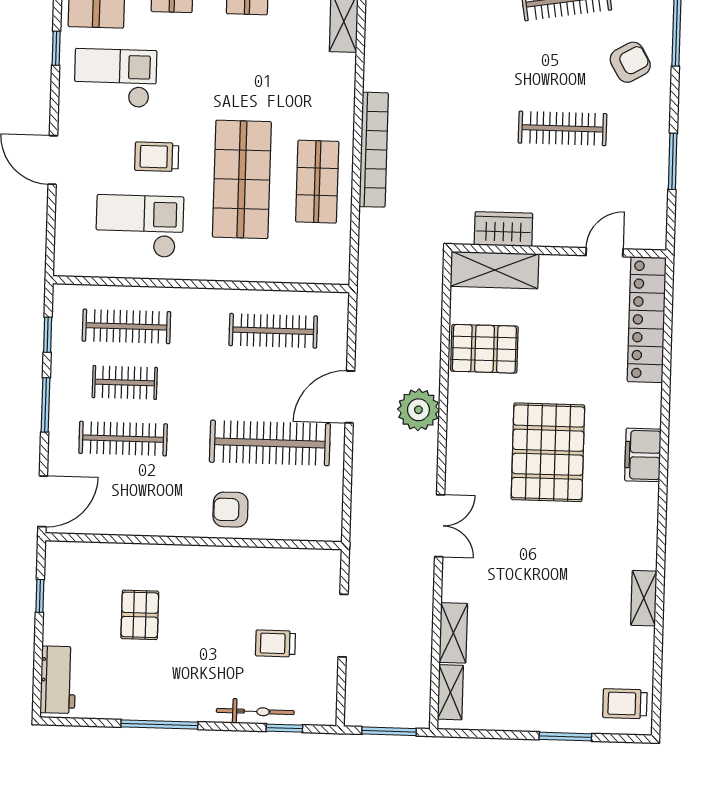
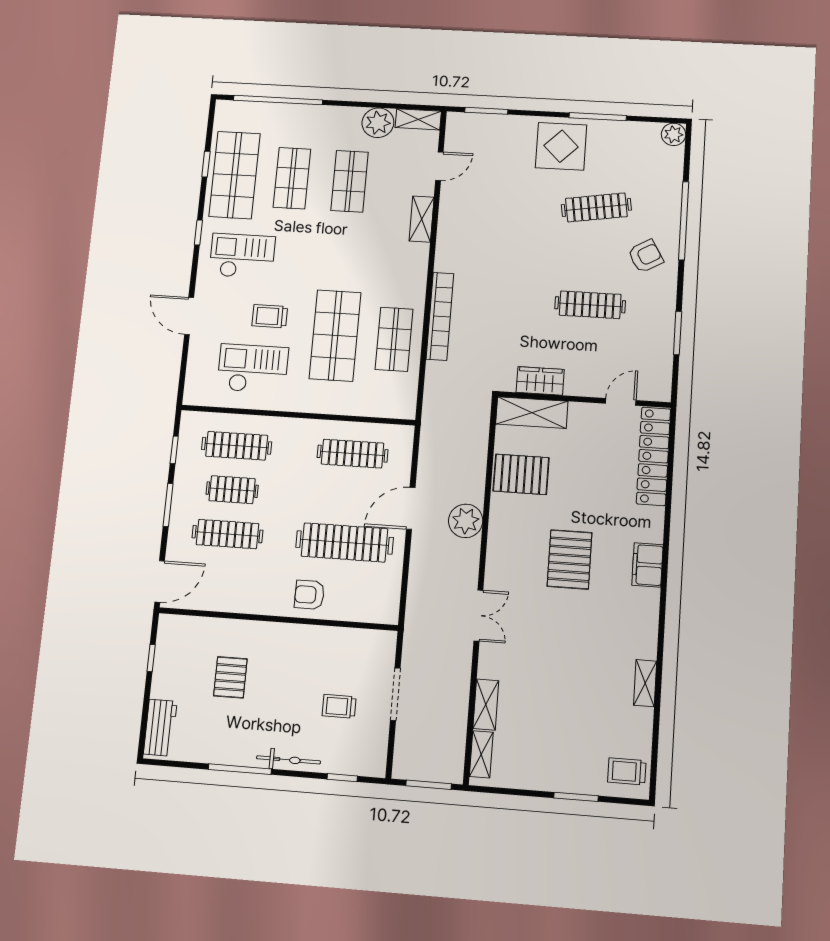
pallet: (548, 452) -> (570, 559), width x0.73, depth x0.71
bicycle: (255, 712) -> (288, 760), moved

